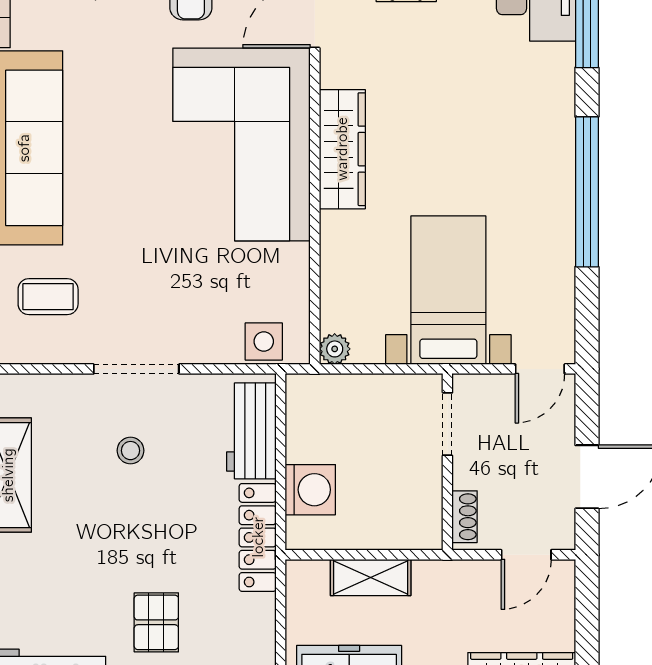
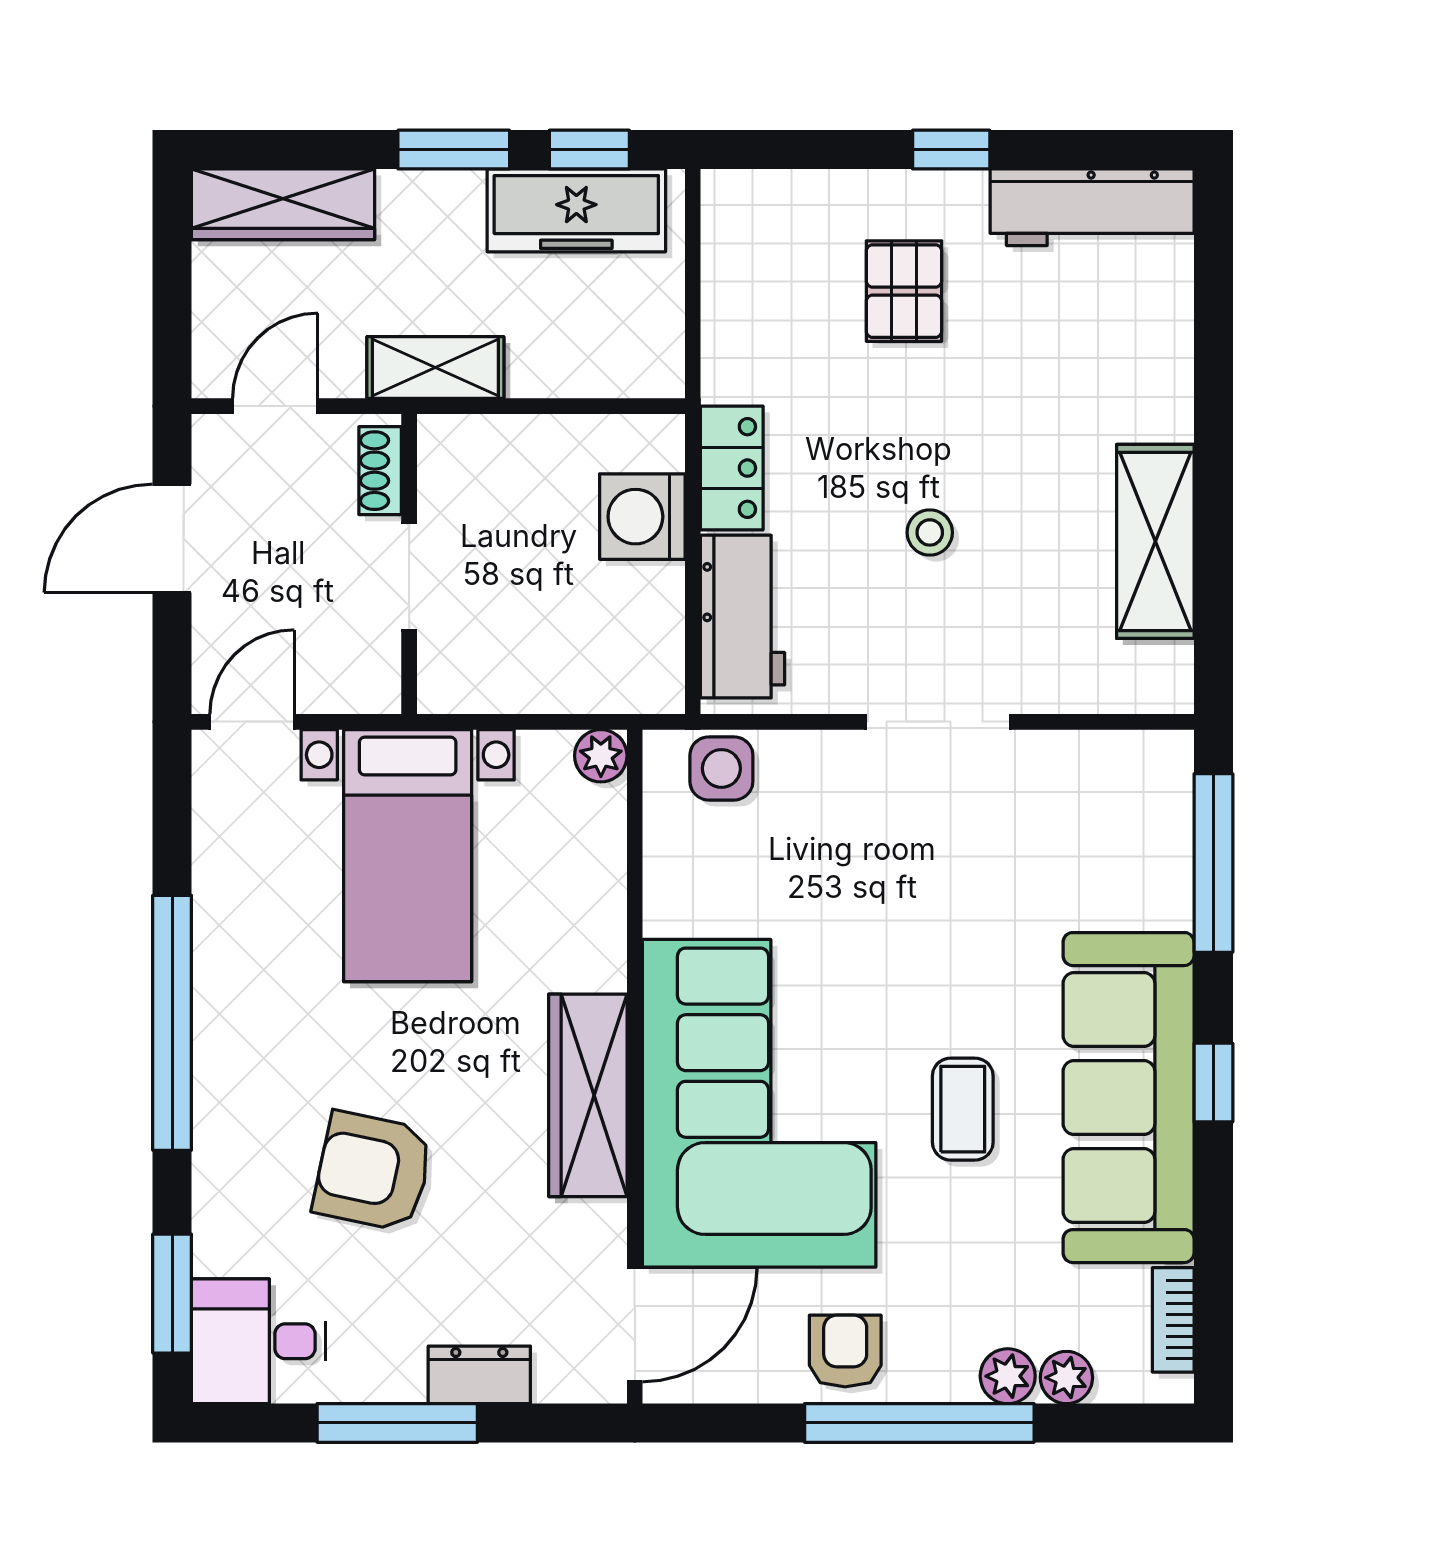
armchair: (469, 104) -> (373, 1171), added
coffee table: (48, 297) -> (963, 1109), moved, turned 90
doorway: (447, 424) -> (409, 576), moved
stool: (130, 451) -> (930, 532), moved
locker: (258, 537) -> (732, 468), width x0.66
shelving: (371, 577) -> (435, 368), moved

